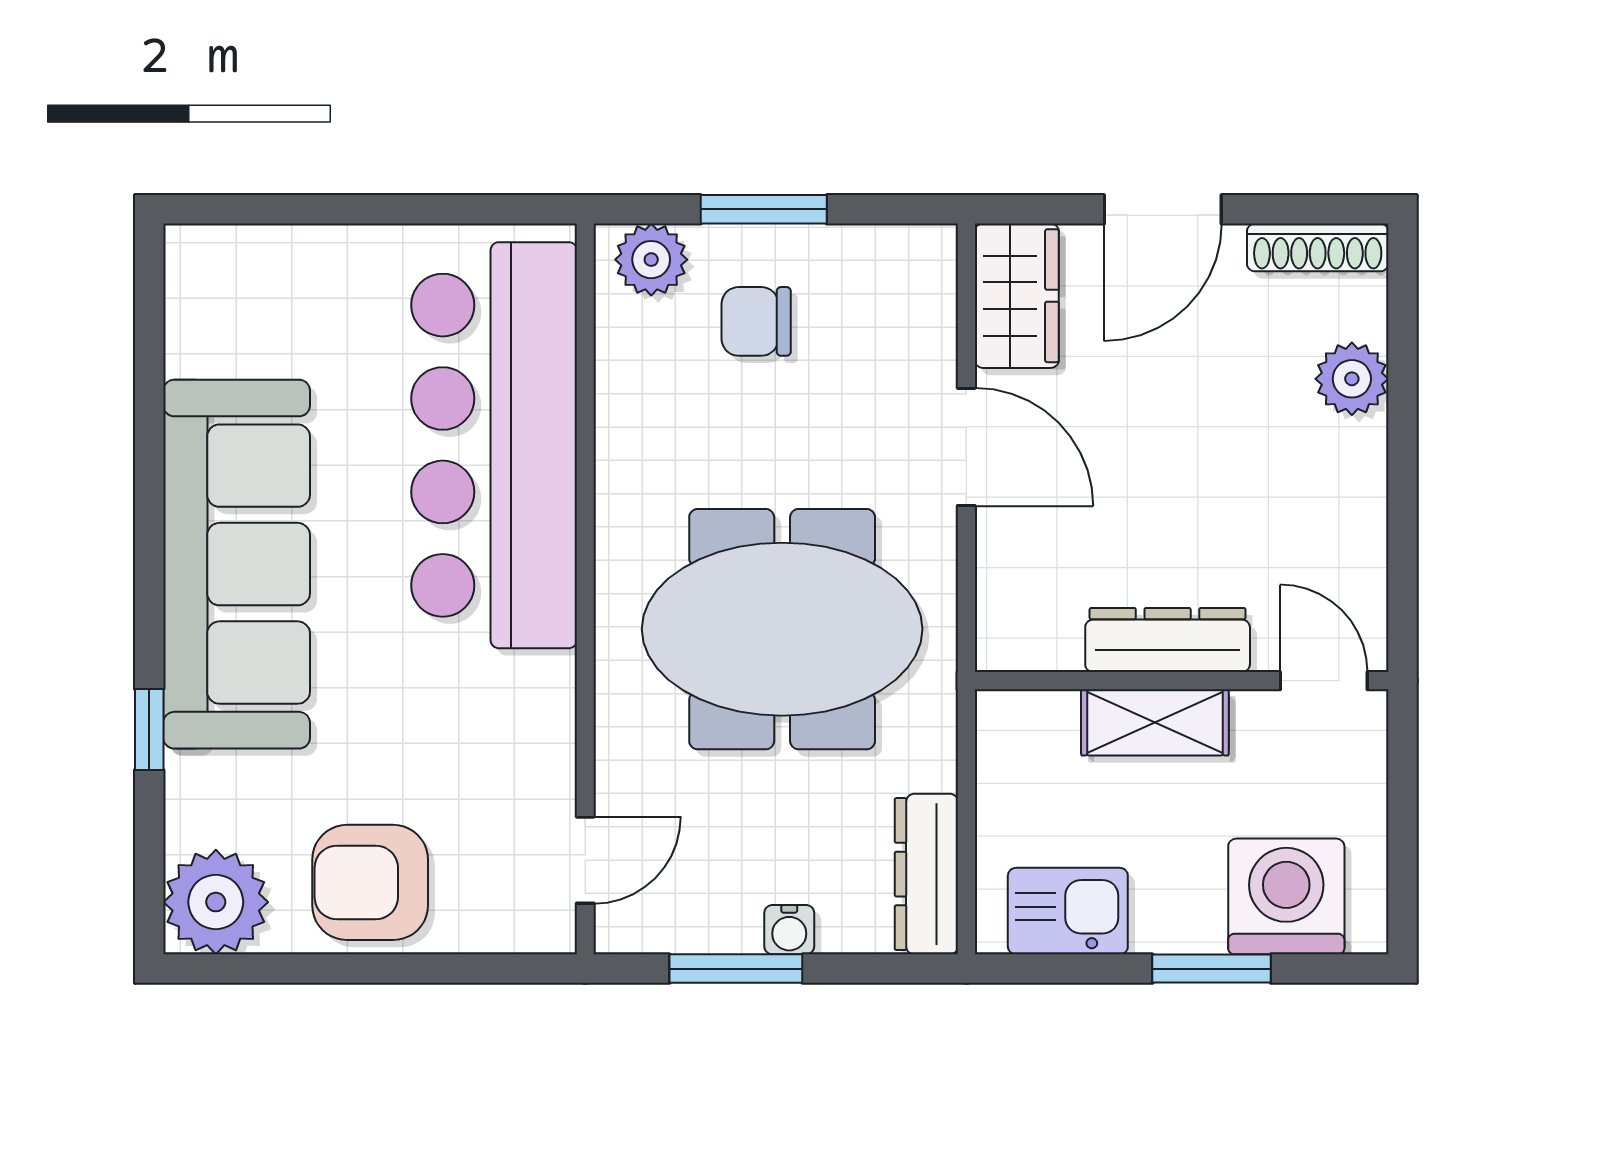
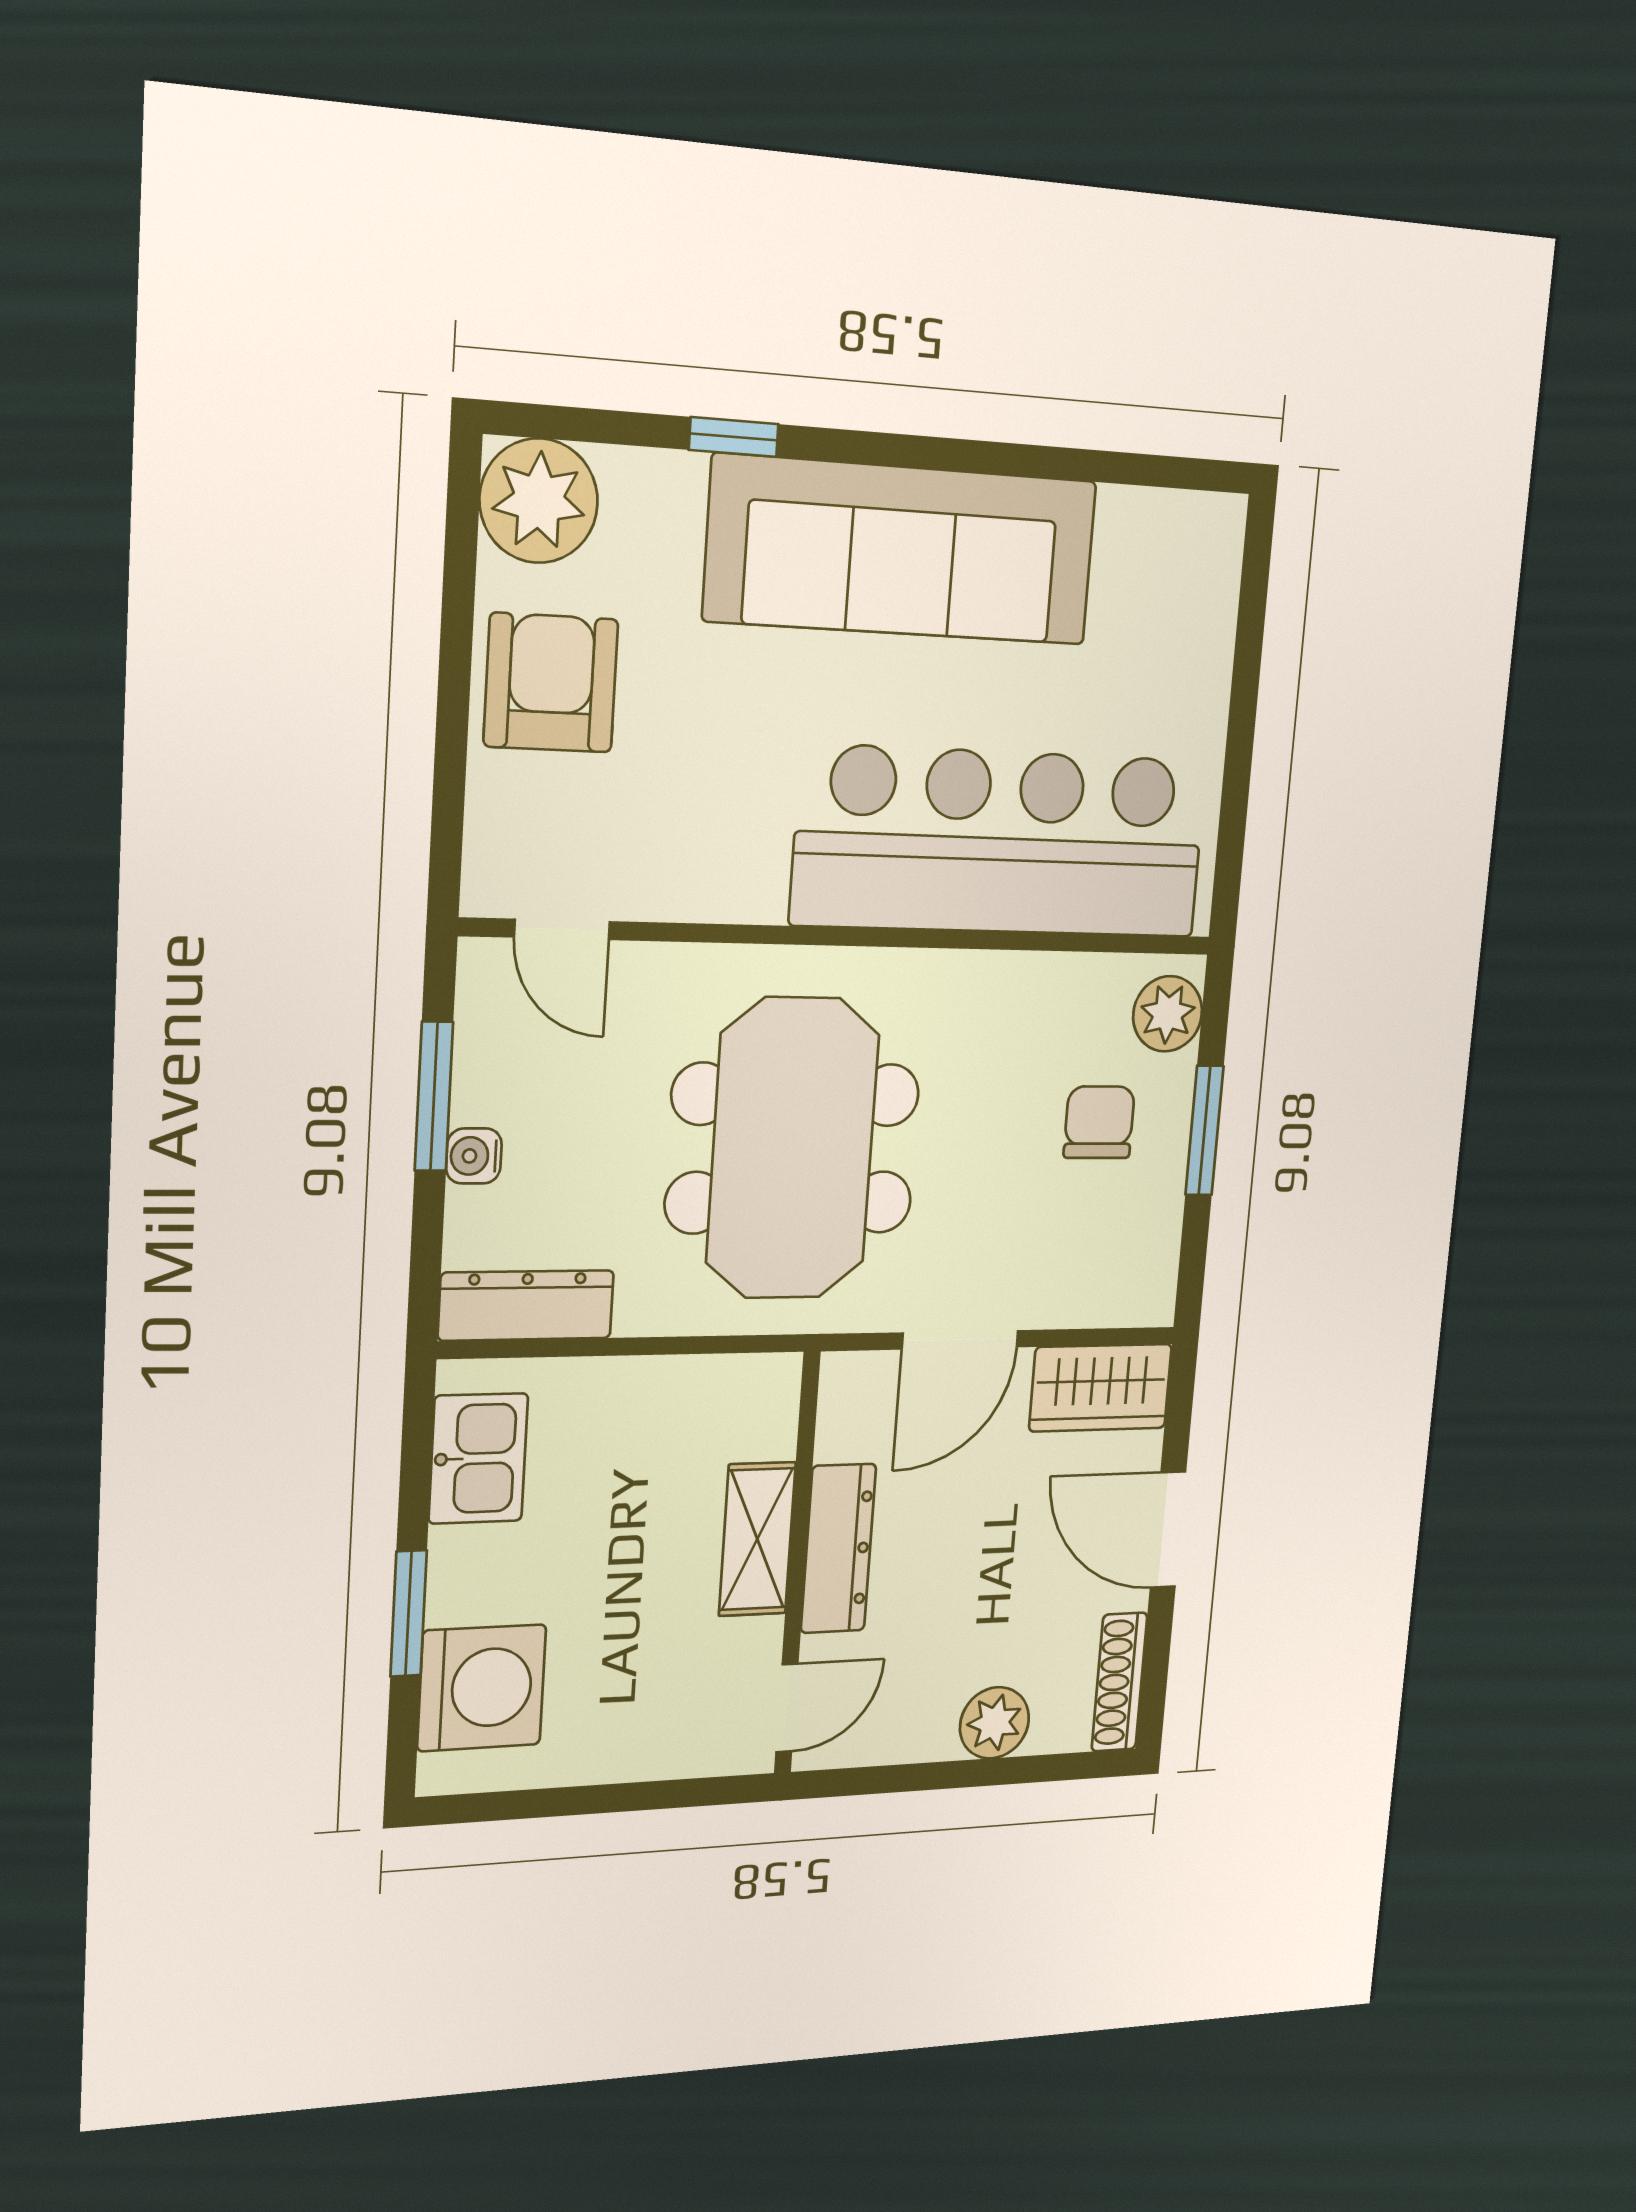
dresser: (1168, 640) -> (838, 1549), moved
wall: (1182, 681) -> (797, 1565), moved
door: (1324, 681) -> (787, 1708), moved
shelving: (1155, 722) -> (757, 1539), moved

